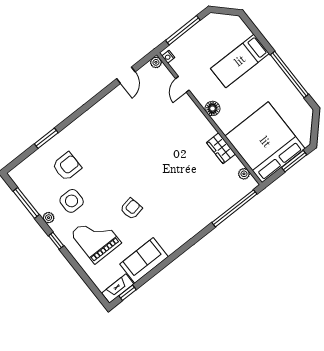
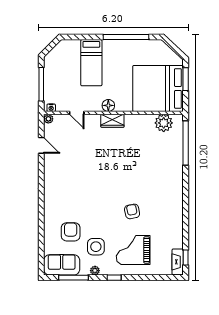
window: (46, 138) -> (41, 231), removed
wardrobe: (221, 148) -> (112, 121), moved
plant: (244, 174) -> (164, 123), width x1.88, depth x1.88
sofa: (144, 260) -> (62, 265), moved, turned 90

